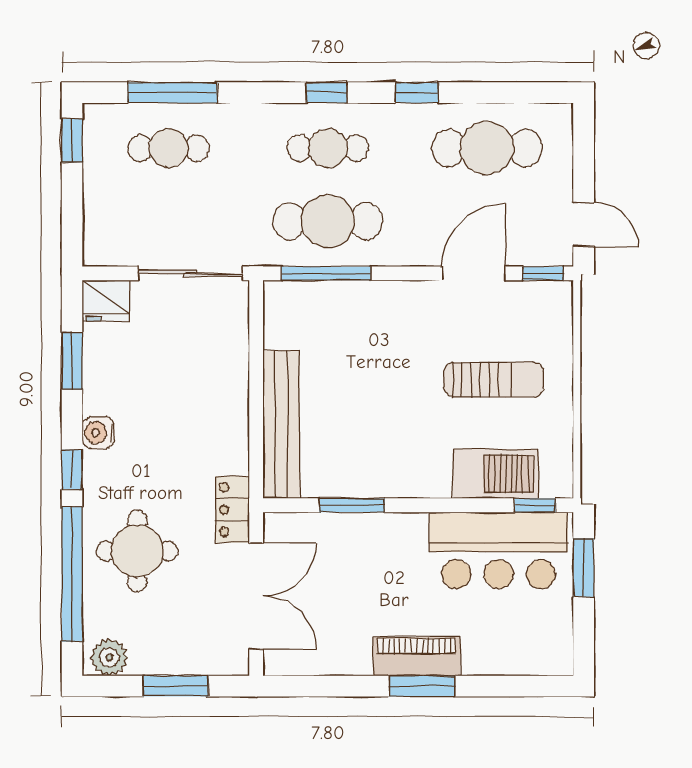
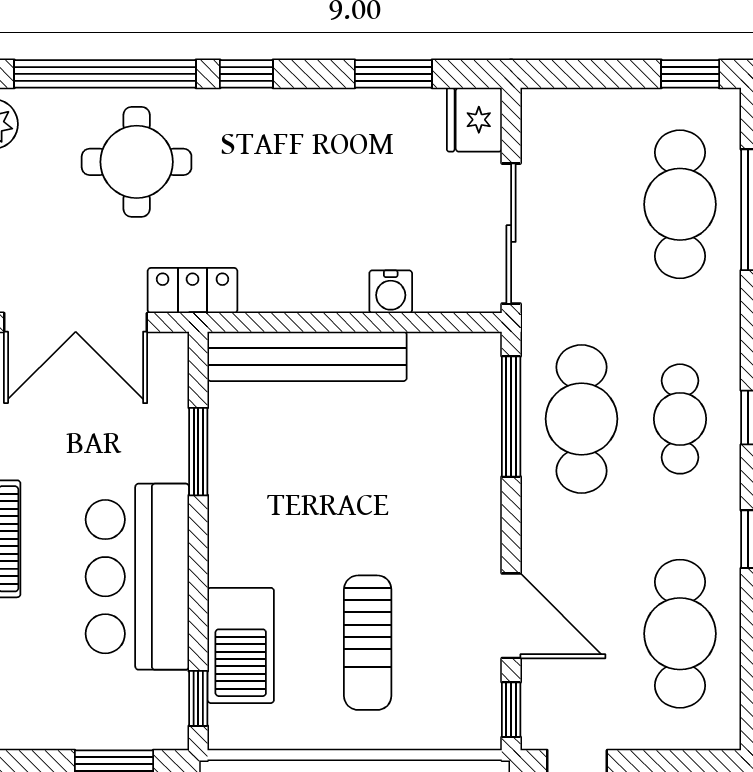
cafe table: (169, 148) -> (680, 204), width x1.37, depth x1.35
water cooler: (98, 433) -> (391, 292), moved, turned 180
bar counter: (499, 550) -> (137, 577), moved

